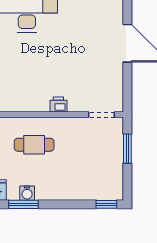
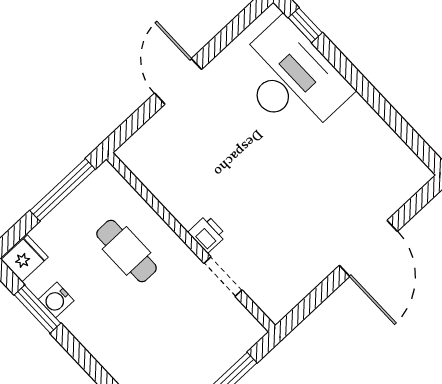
doorway: (102, 115) -> (223, 277), moved

